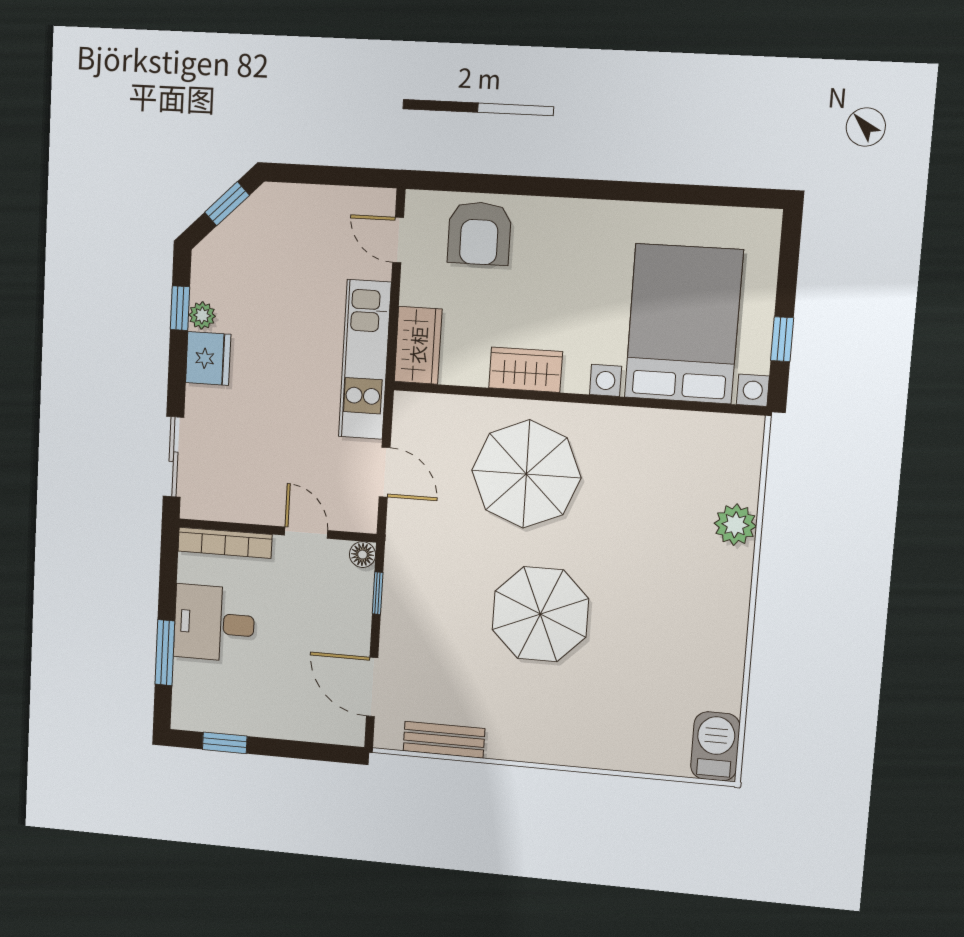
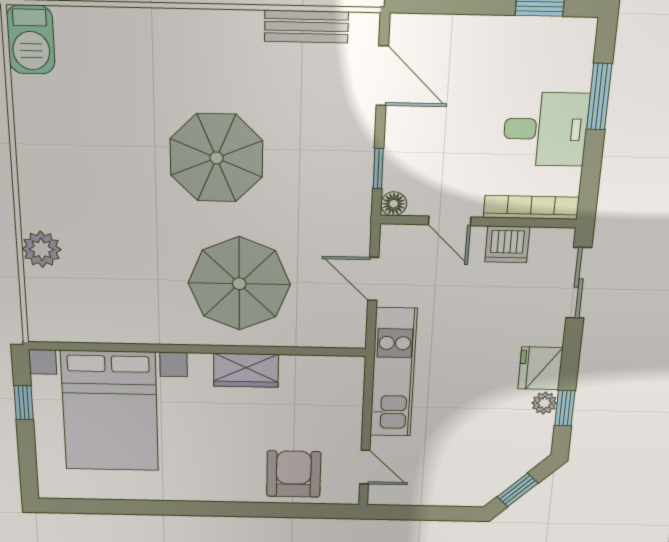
wardrobe: (418, 345) -> (345, 386), removed
dishwasher: (248, 504) -> (507, 244), added

